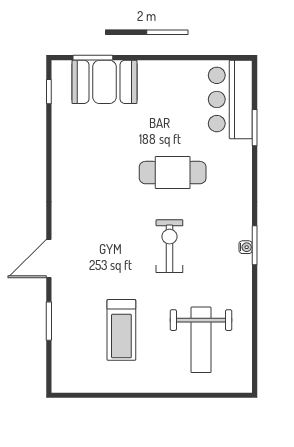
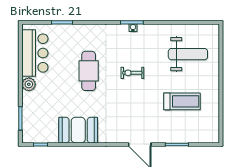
plant: (150, 72) -> (29, 84), added
booth: (104, 82) -> (78, 130), moved, turned 90
bar counter: (230, 99) -> (35, 53), moved, turned -90
exercise bike: (169, 246) -> (132, 73), width x0.73, depth x0.72

